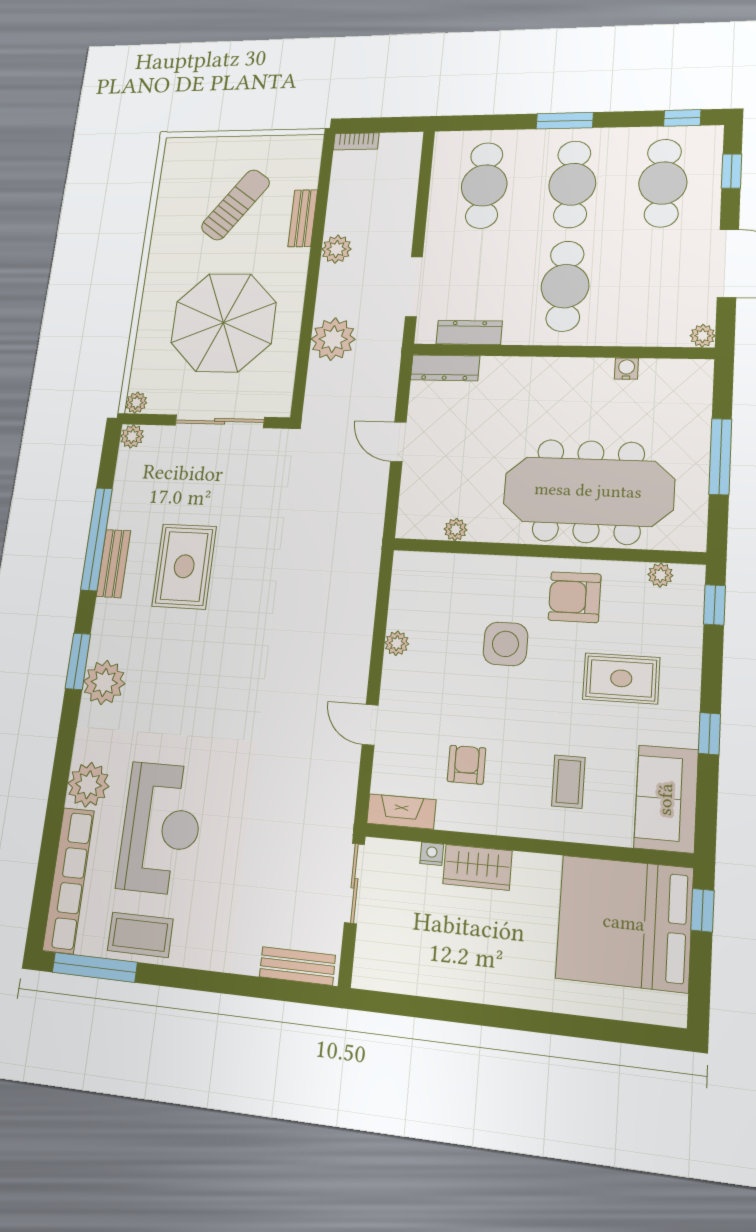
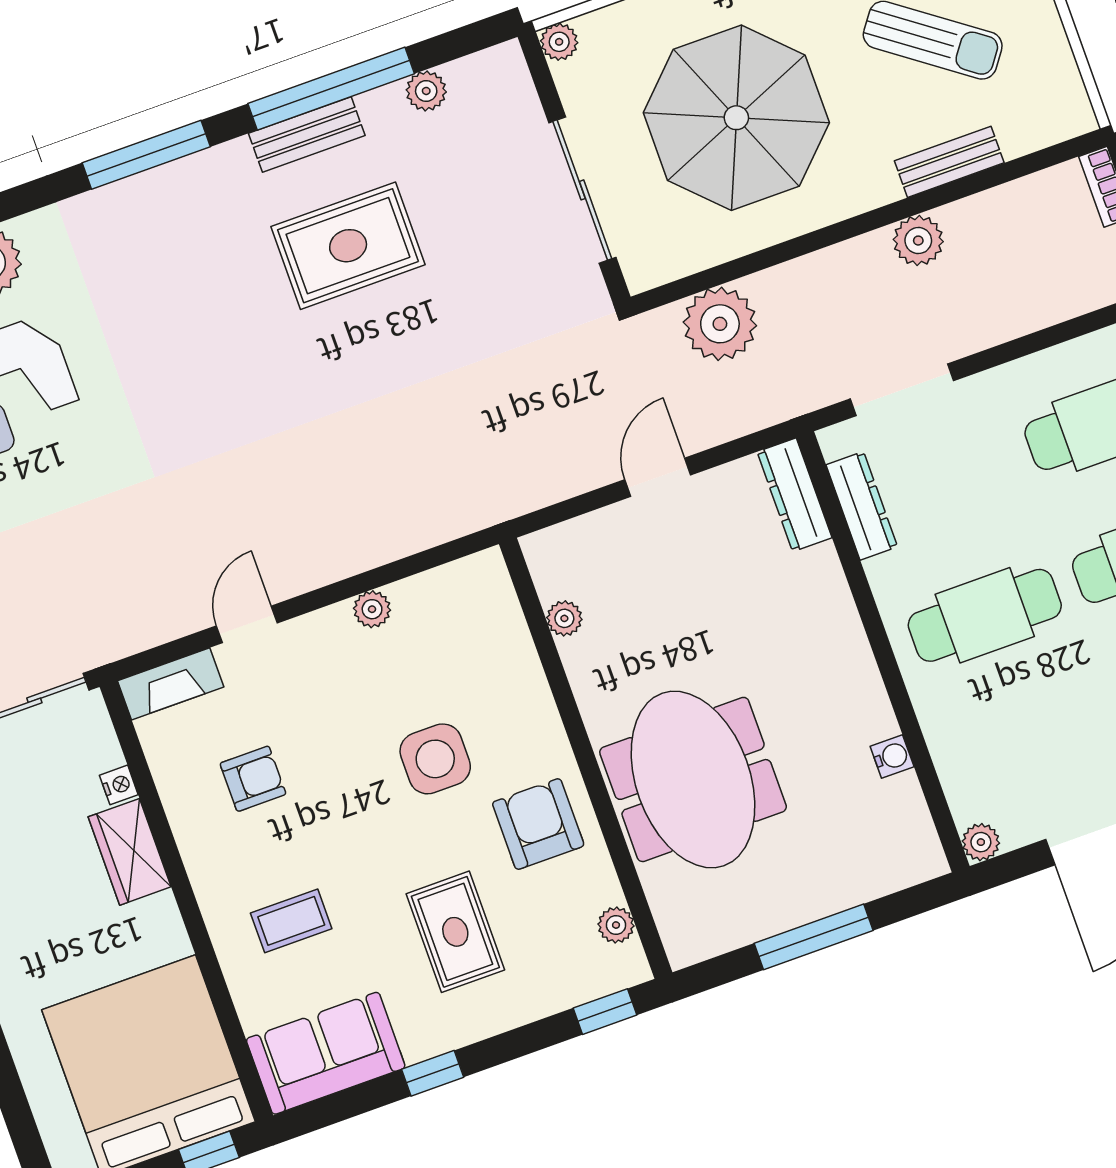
plant: (333, 339) -> (720, 324), moved
plant: (132, 436) -> (426, 91), moved
meeting table: (588, 491) -> (693, 779), width x0.73
window: (78, 661) -> (146, 155), width x1.44
plant: (104, 682) -> (135, 211), removed
fireplace: (401, 811) -> (171, 684), moved, turned 90

